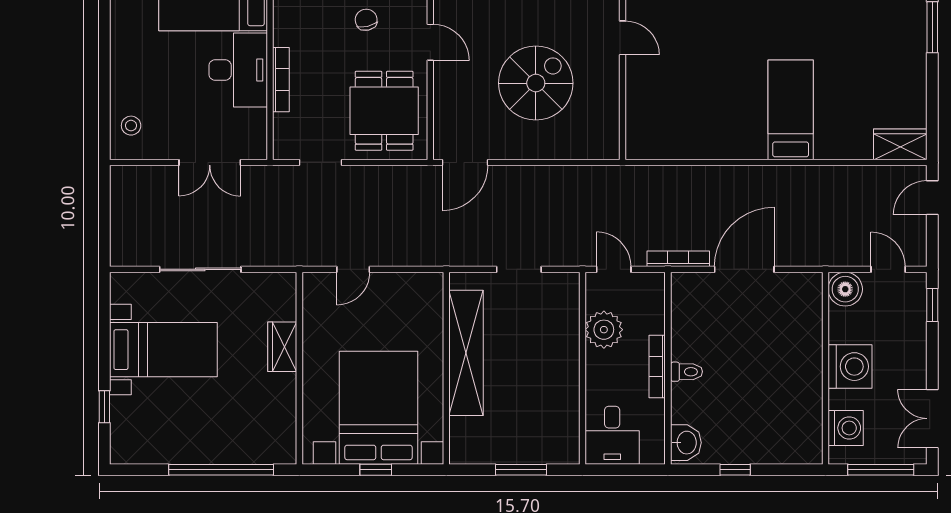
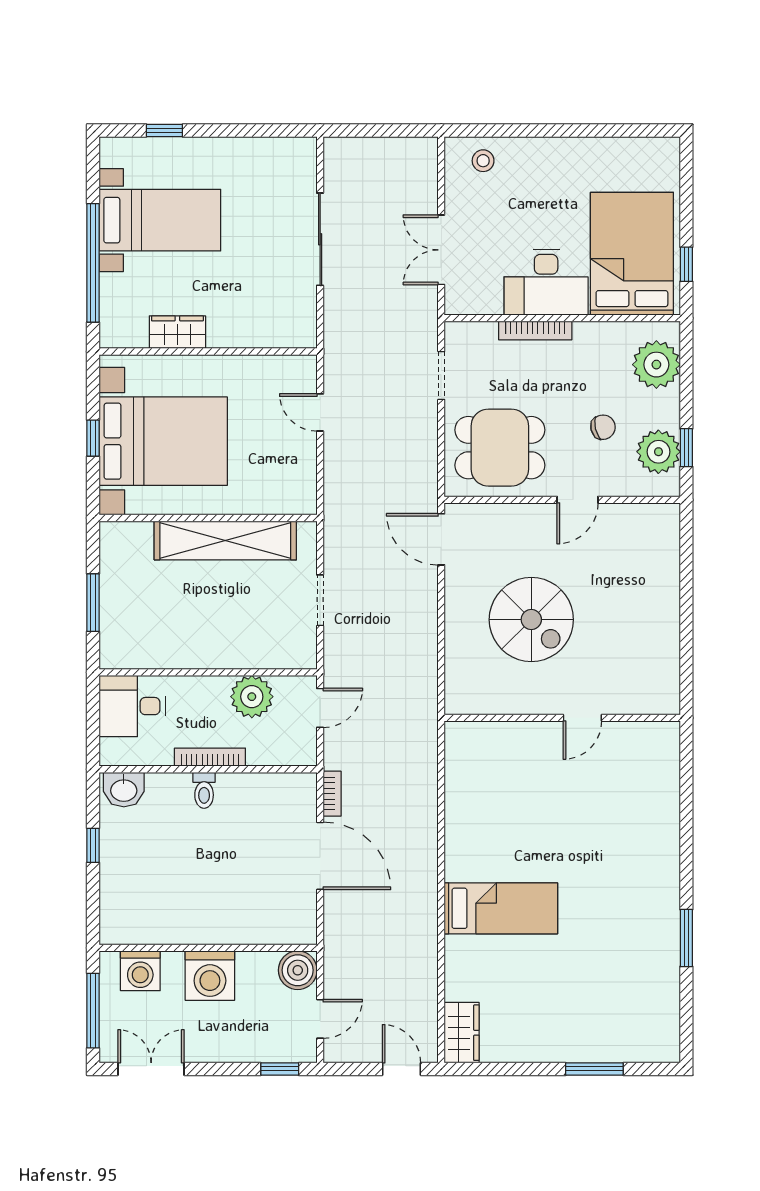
bookcase: (678, 259) -> (332, 794), width x0.64
wardrobe: (282, 347) -> (177, 332), moved
bed with nightstands: (163, 350) -> (160, 220), moved, turned -90

